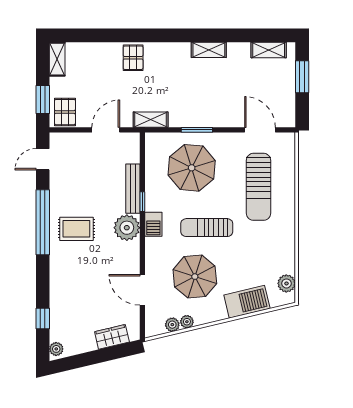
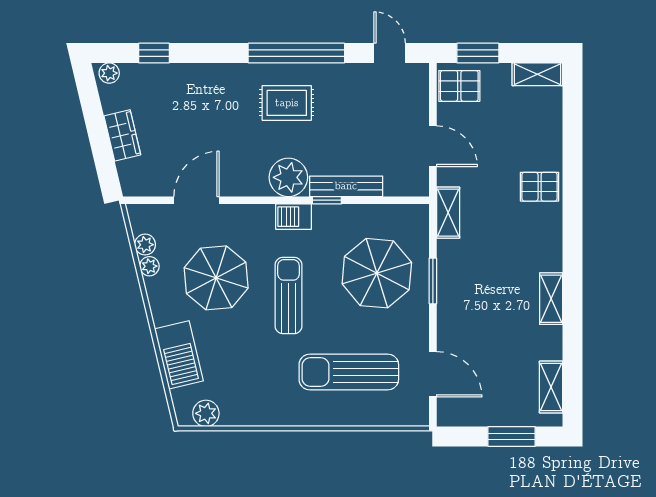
door: (260, 130) -> (433, 374), hinge flipped
rug: (76, 229) -> (287, 103), turned 90
wardrobe: (112, 337) -> (122, 135), moved

